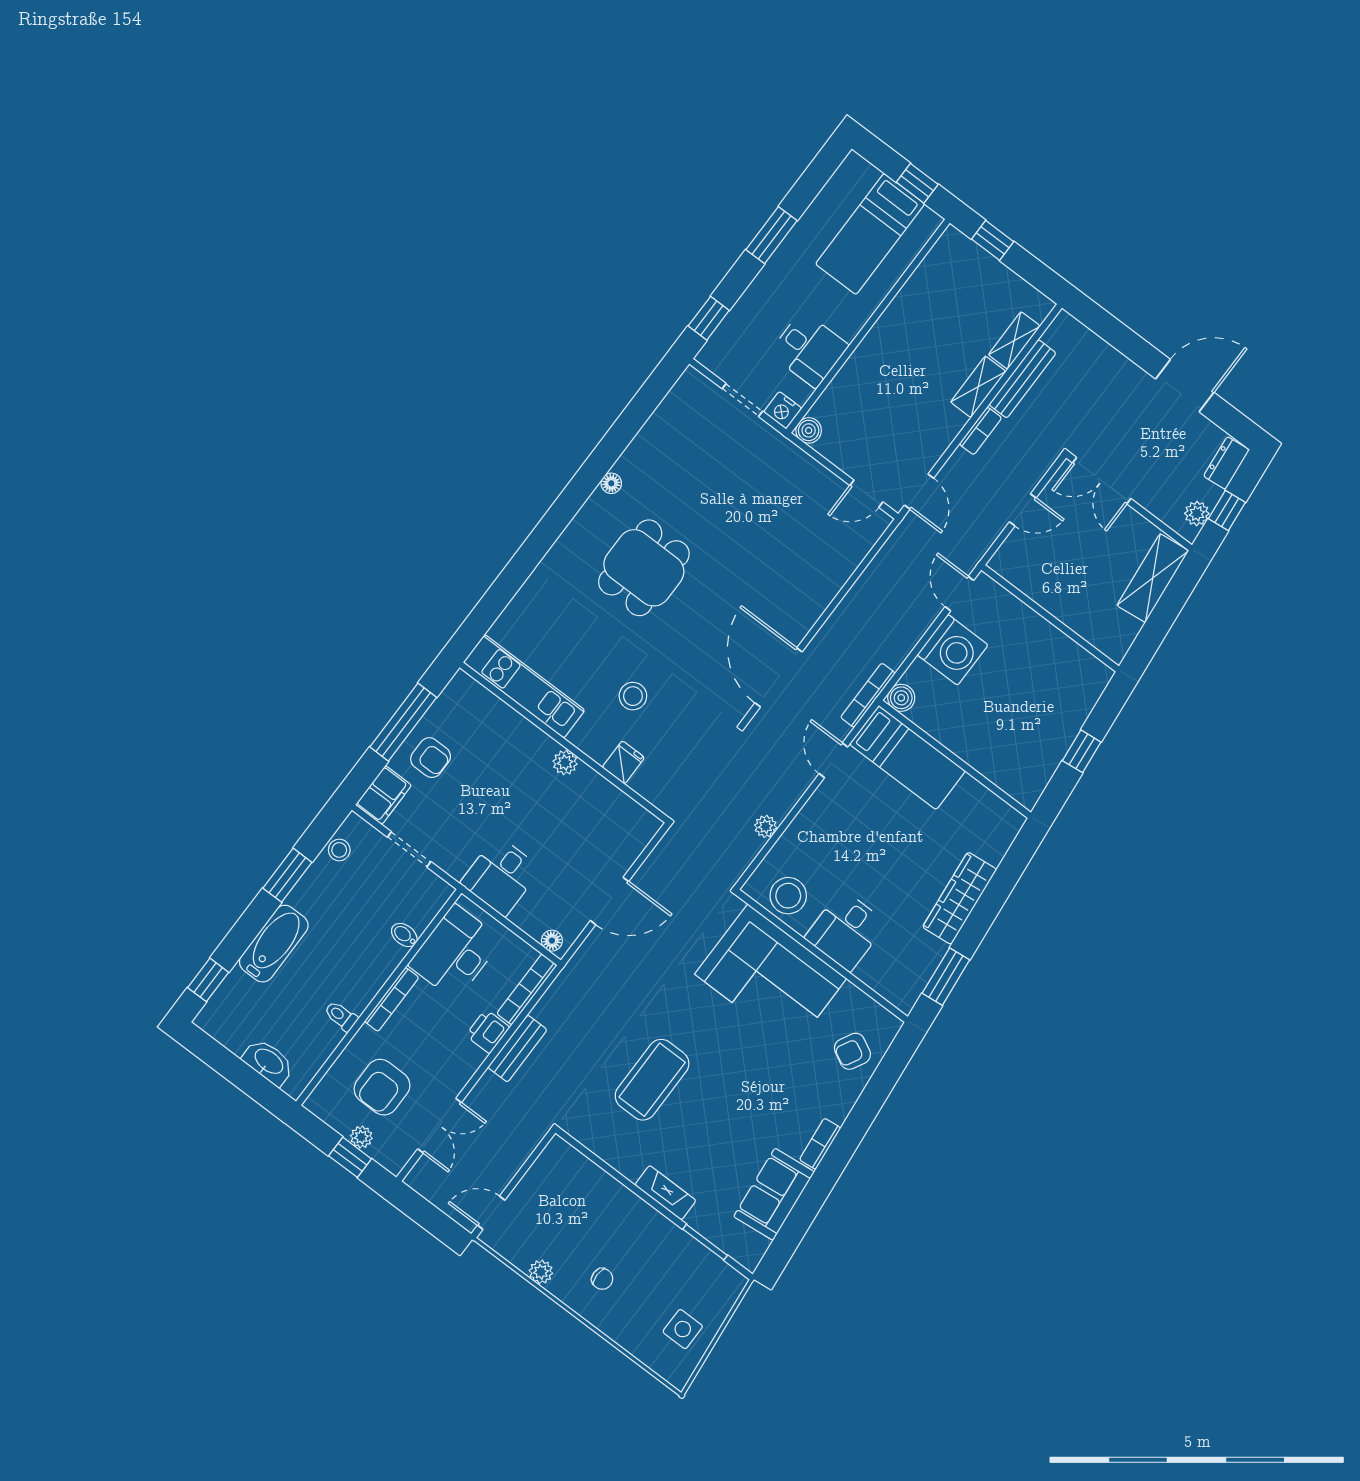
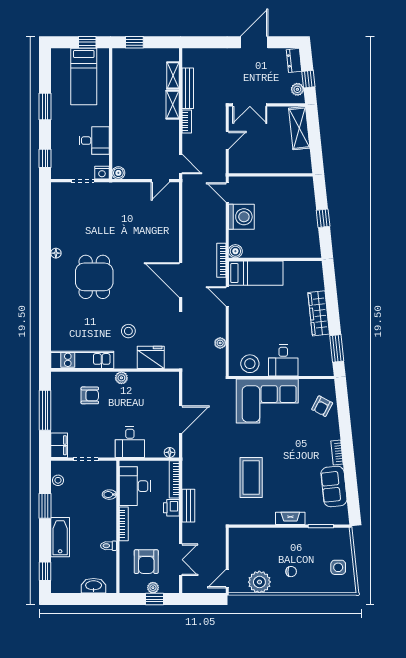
armchair: (431, 758) -> (90, 395), moved
fridge: (623, 762) -> (151, 357), width x1.88, depth x1.34
plant: (541, 1272) -> (259, 582), width x1.88, depth x1.88

